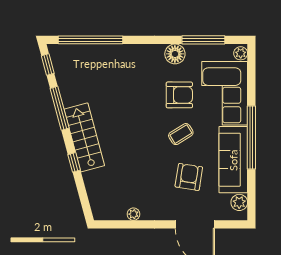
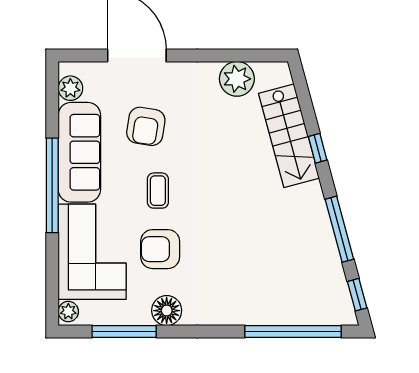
coffee table: (181, 134) -> (158, 191), turned -58
stairs: (84, 137) -> (289, 136), moved
plant: (133, 214) -> (237, 79), width x1.88, depth x1.88

